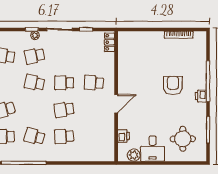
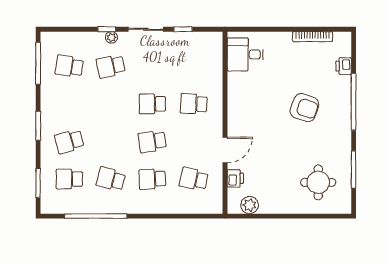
locker: (109, 42) -> (216, 47), removed
school desk: (35, 83) -> (194, 179), moved
armchair: (173, 85) -> (304, 108), turned 108
printer: (201, 96) -> (344, 66), moved
door: (116, 104) -> (225, 150), moved
desk: (153, 148) -> (245, 54), moved, turned 90

